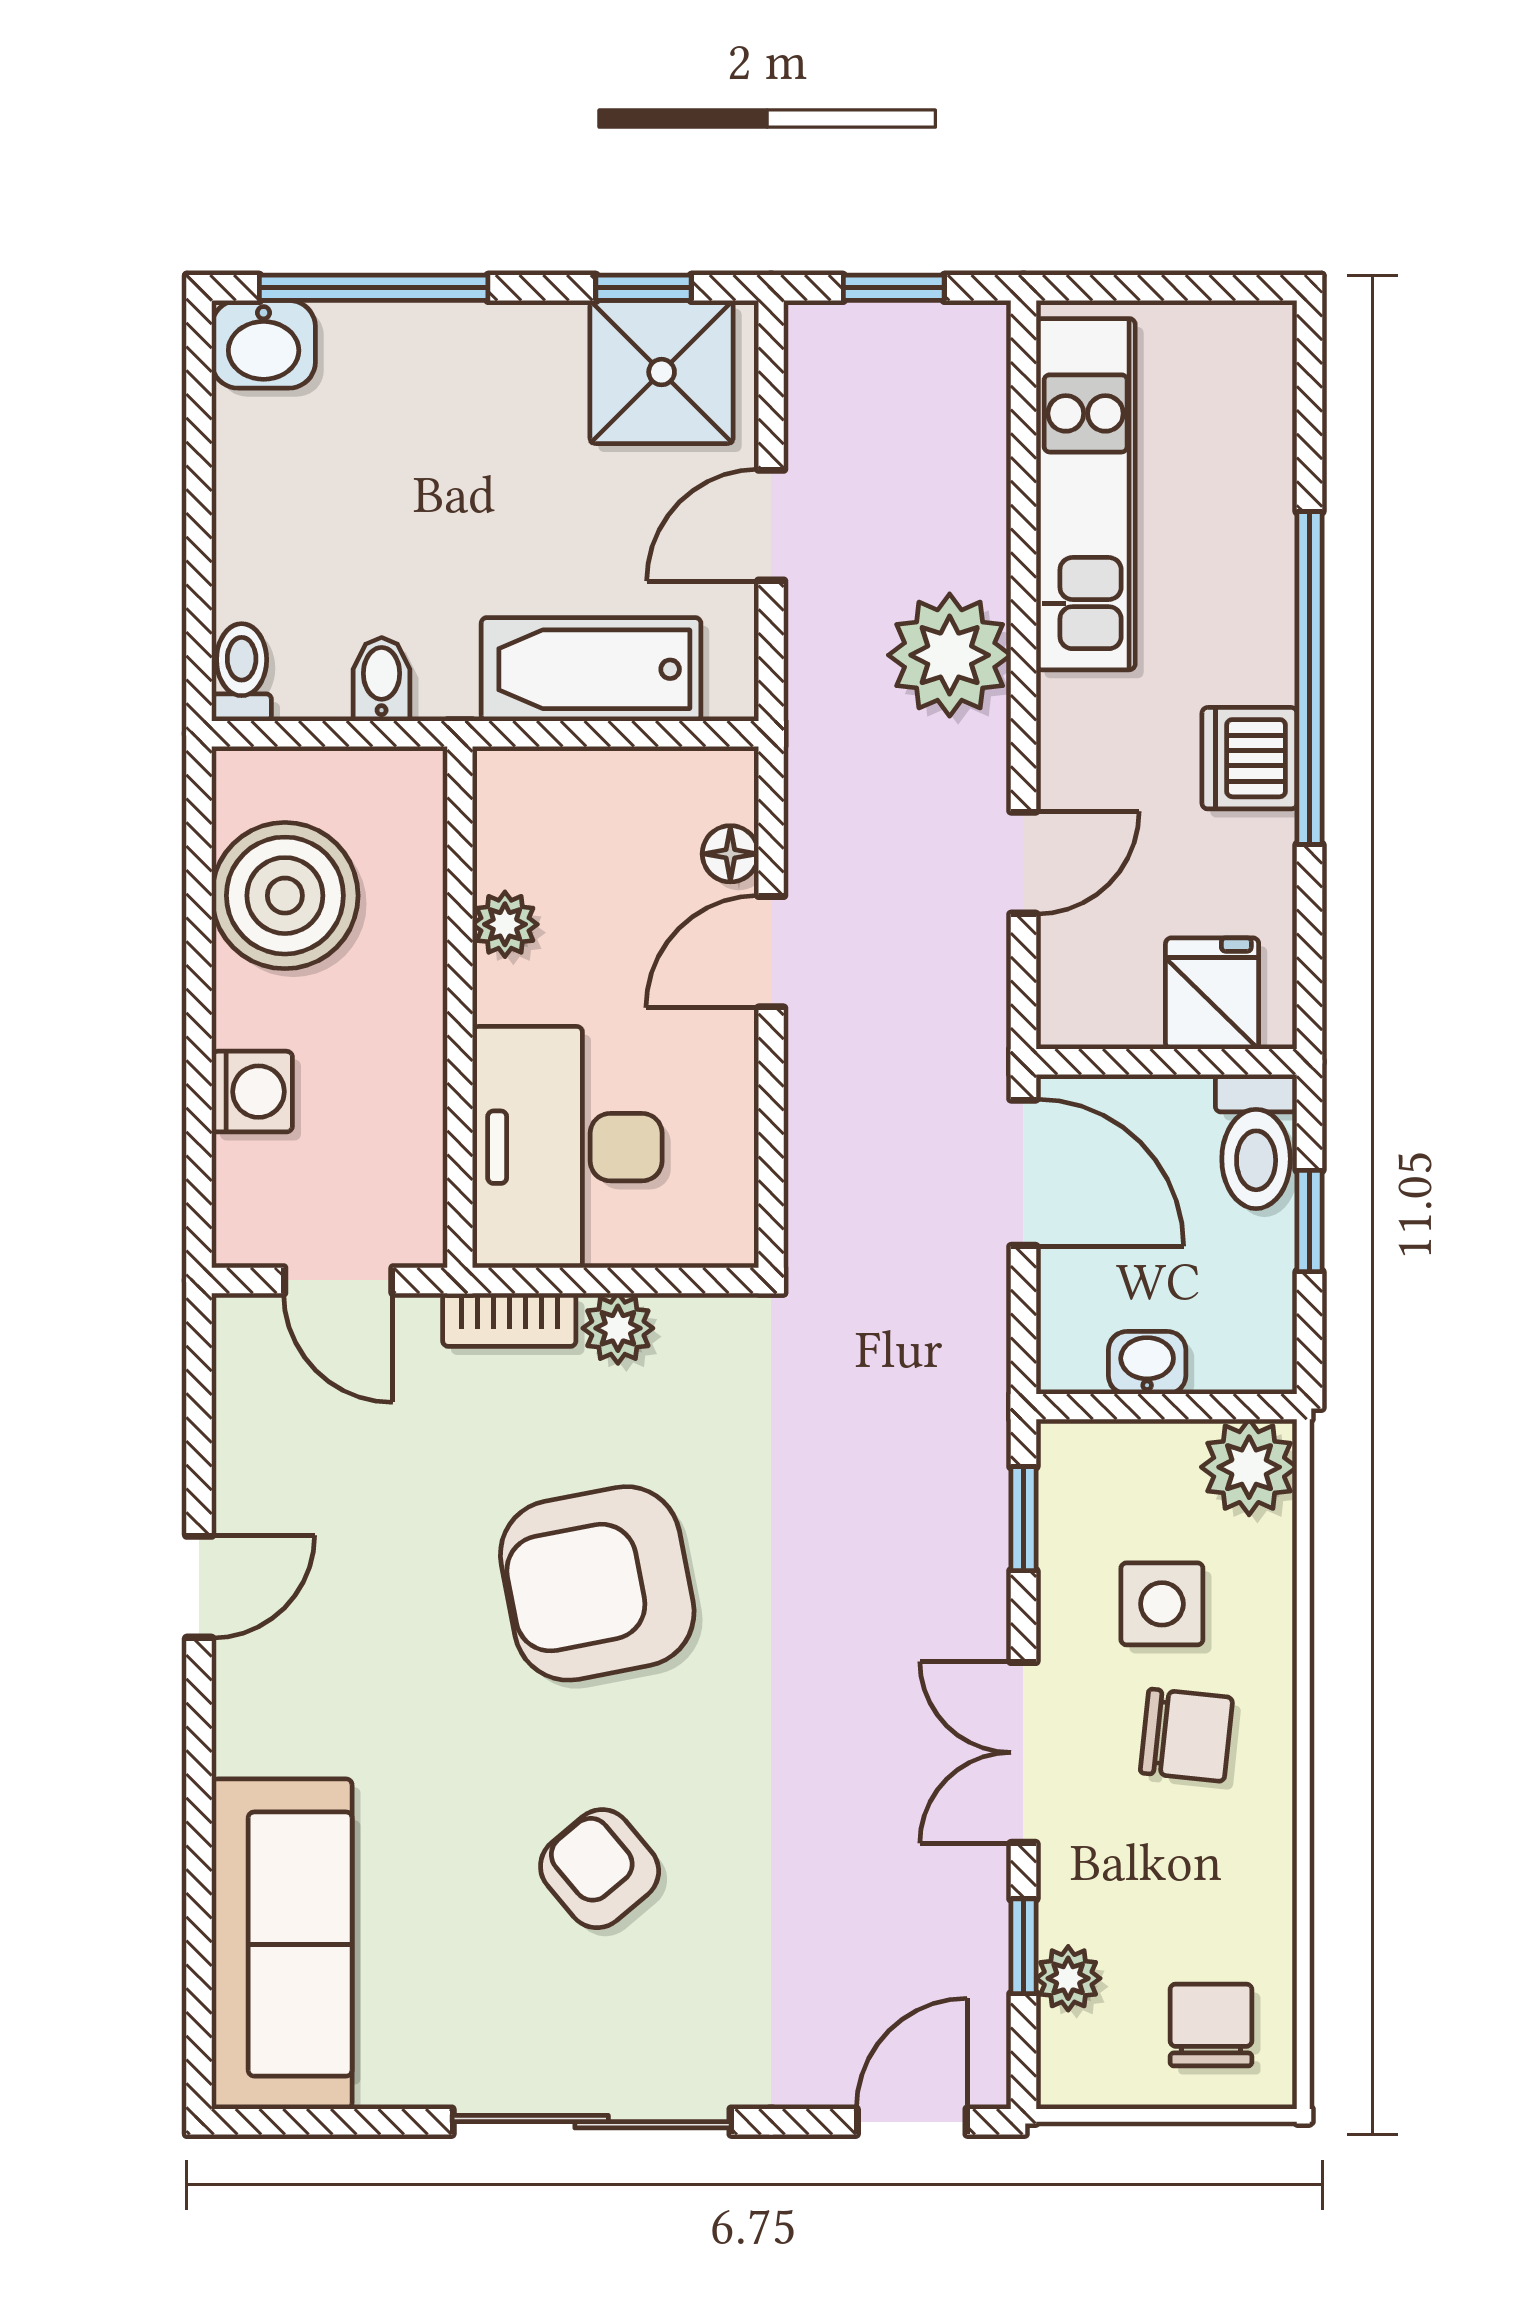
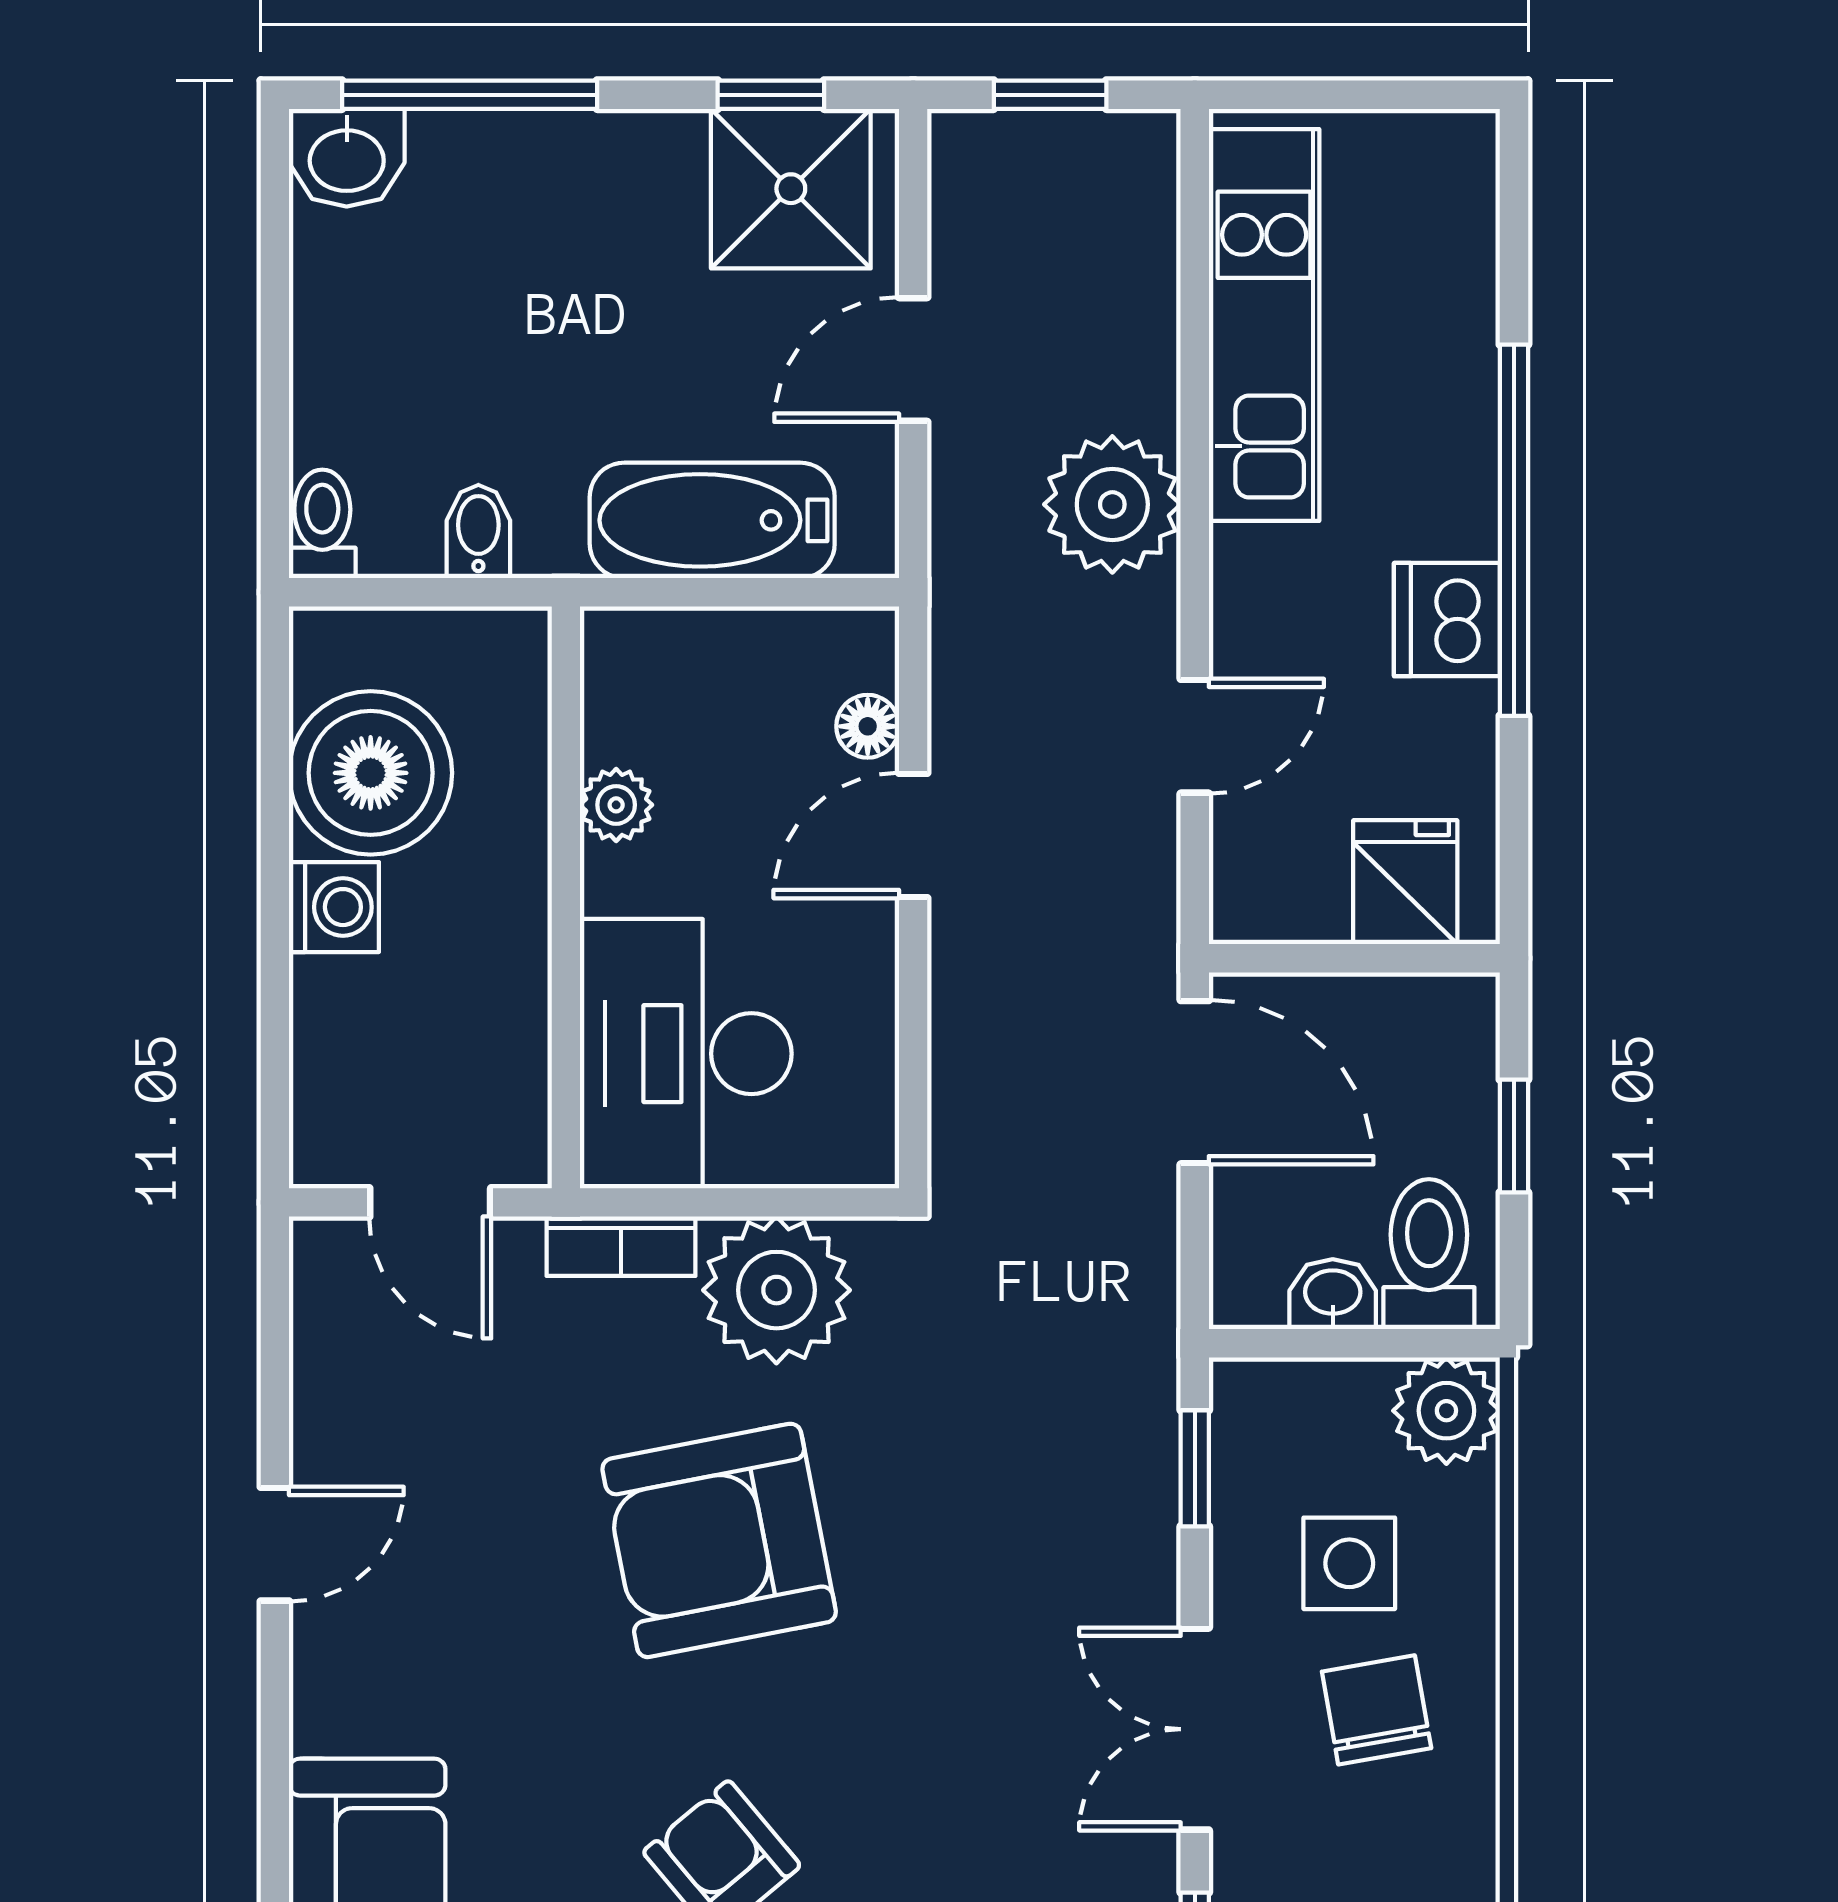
washing machine: (252, 1092) -> (334, 907), moved
toilet: (1256, 1142) -> (1429, 1254), moved, turned 180
plant: (618, 1328) -> (776, 1290), width x1.88, depth x1.88
chair: (1186, 1735) -> (1377, 1710), turned -106

